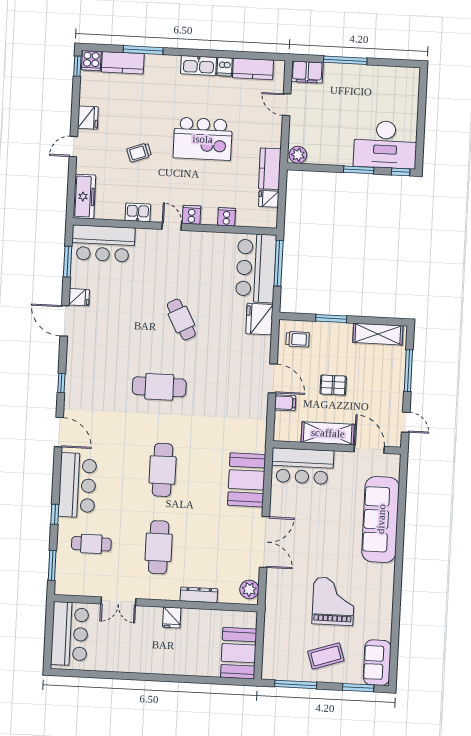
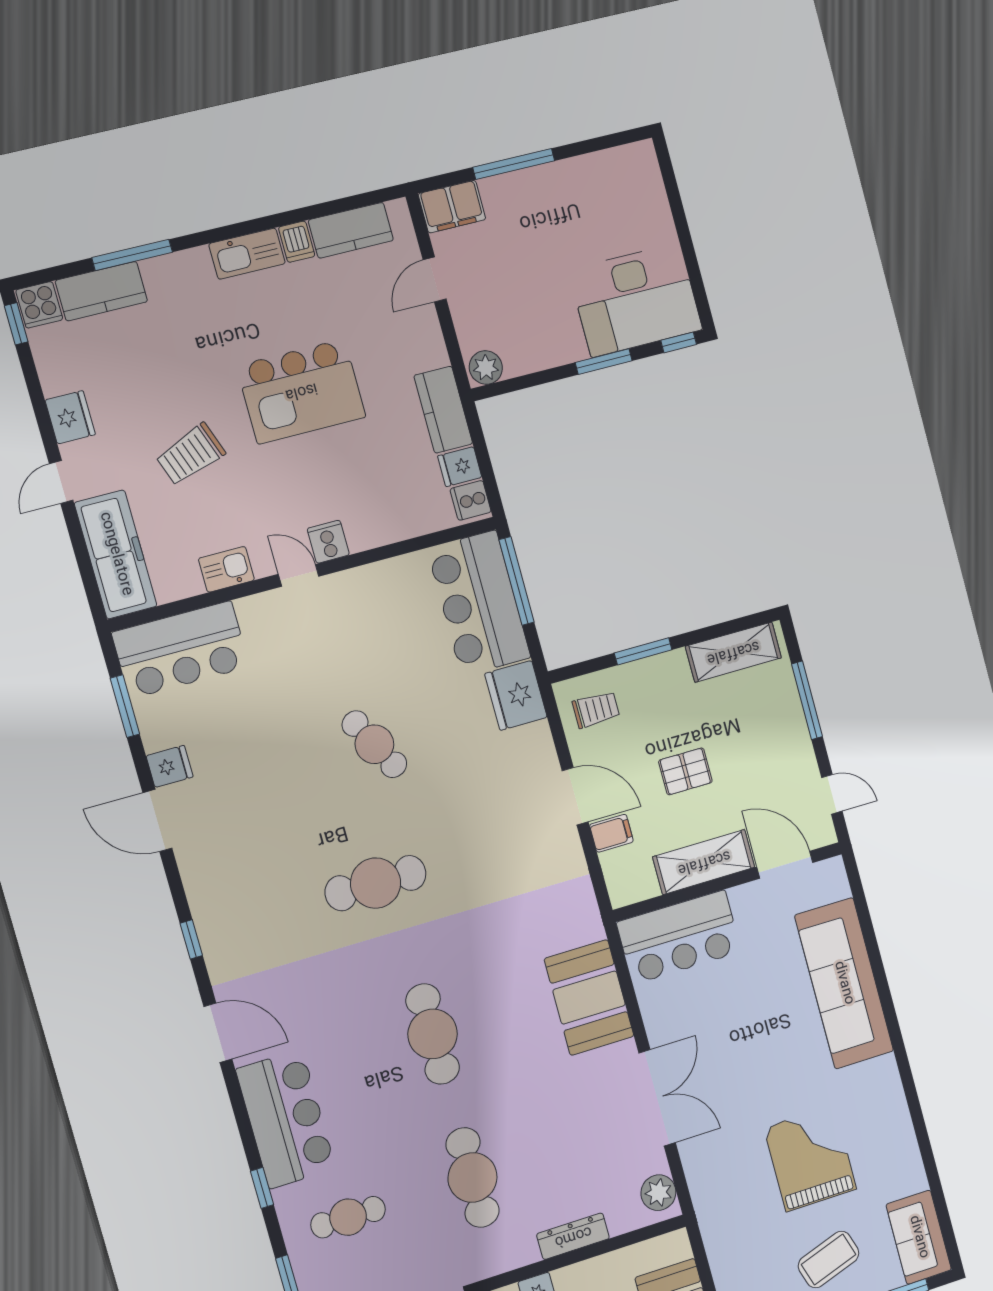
door: (287, 105) -> (435, 279), hinge flipped
trolley: (139, 152) -> (191, 454), width x1.36, depth x1.39
freezer: (84, 197) -> (116, 554), width x1.36, depth x1.26
cooker: (226, 217) -> (471, 500), moved, turned -90

